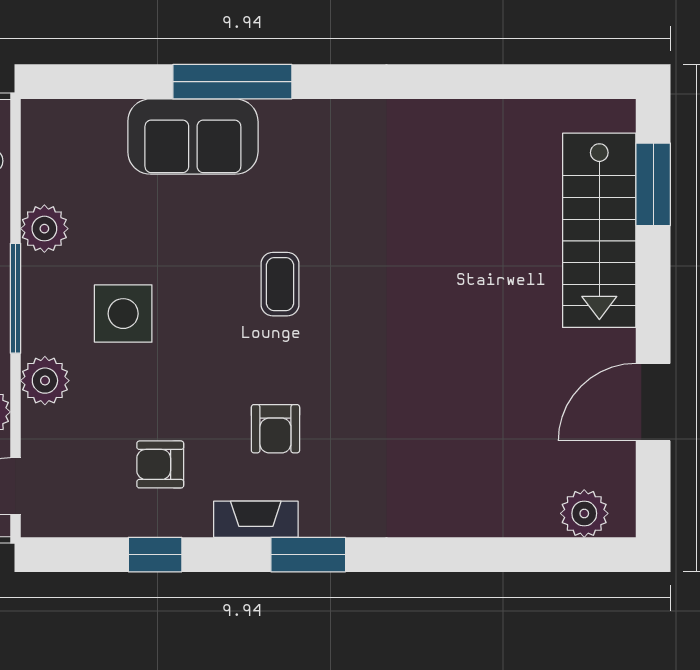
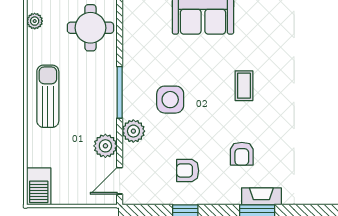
plant: (44, 229) -> (133, 60), removed
fireplace: (256, 519) -> (261, 196), moved

